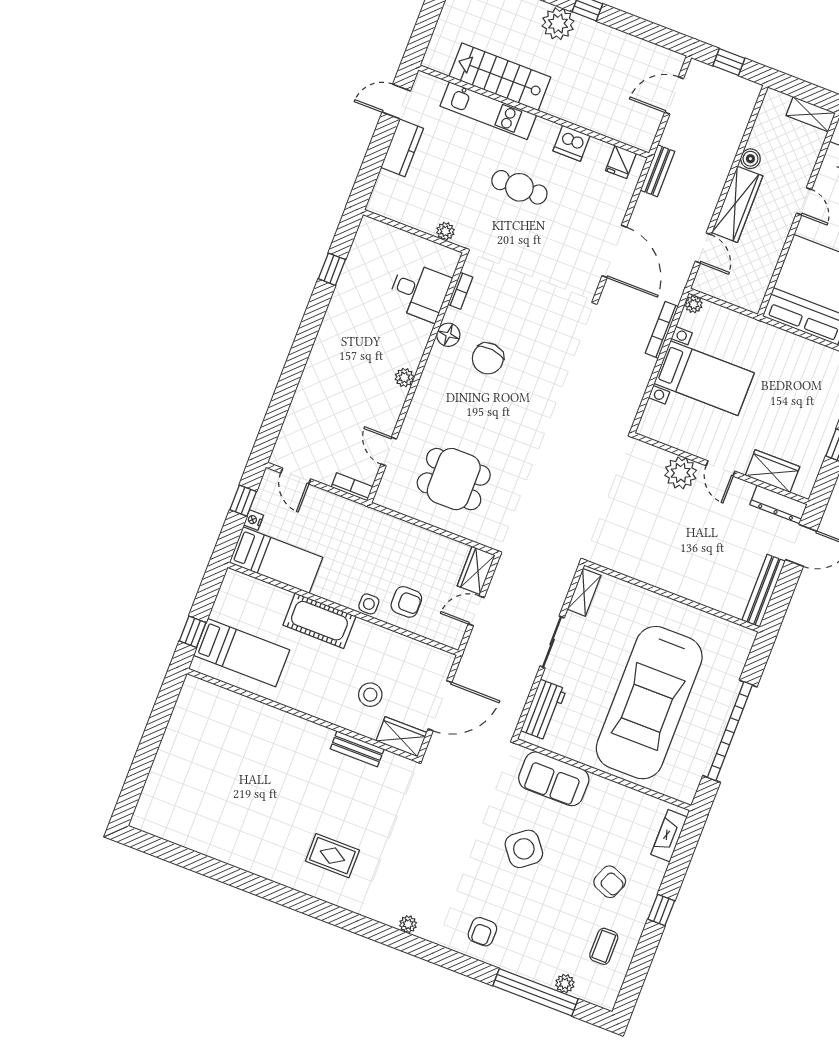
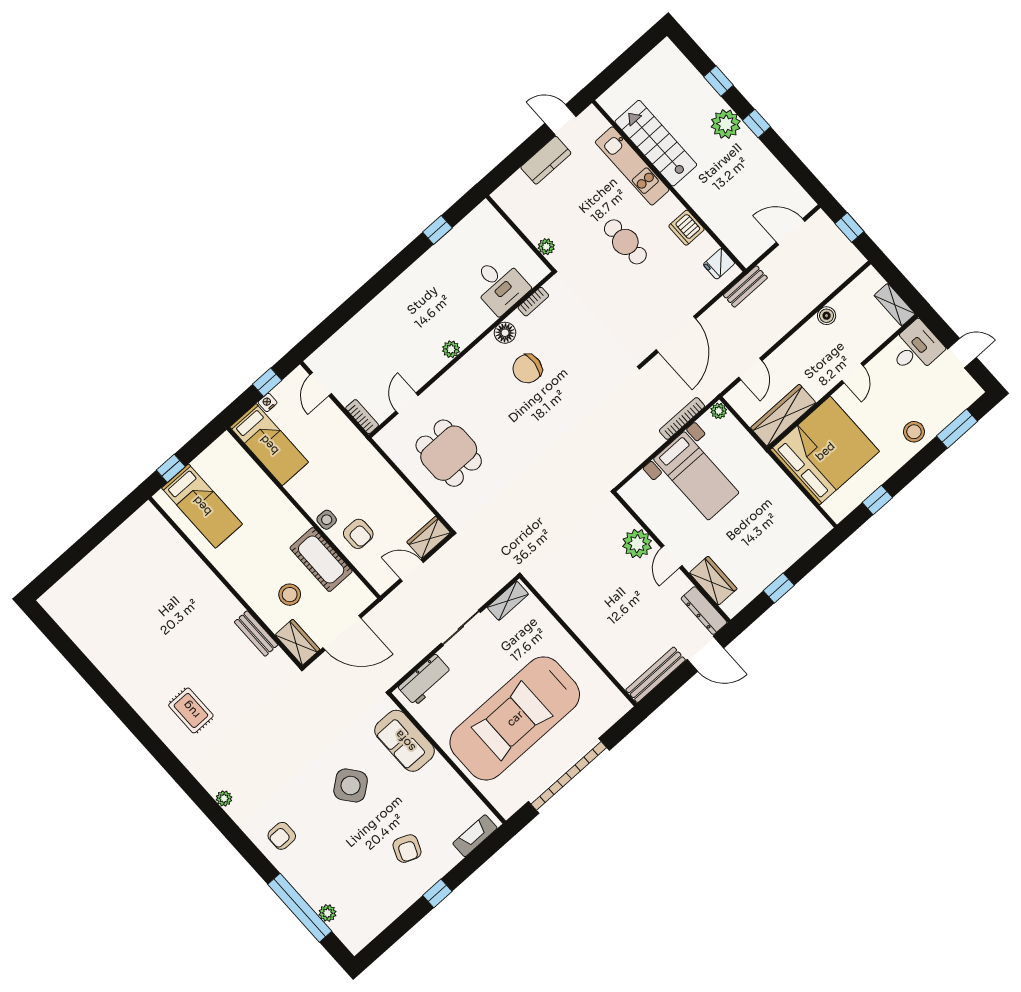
wardrobe: (737, 204) -> (783, 415), moved, turned 180
cot: (319, 621) -> (321, 560), moved
coffee table: (604, 946) -> (375, 899), removed

